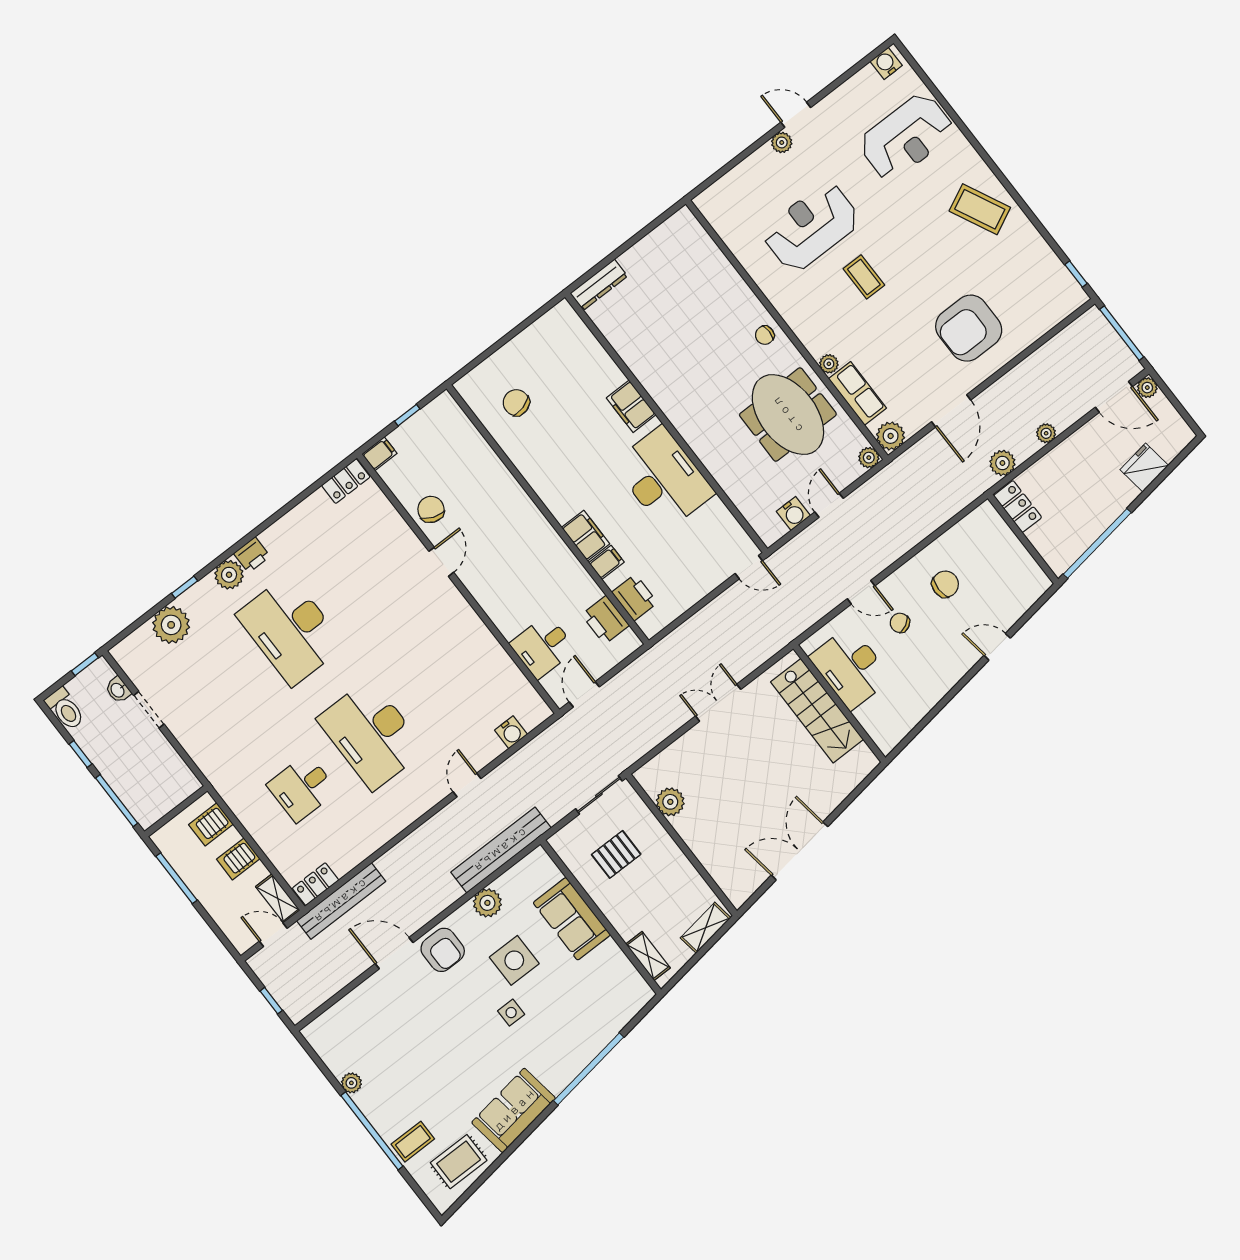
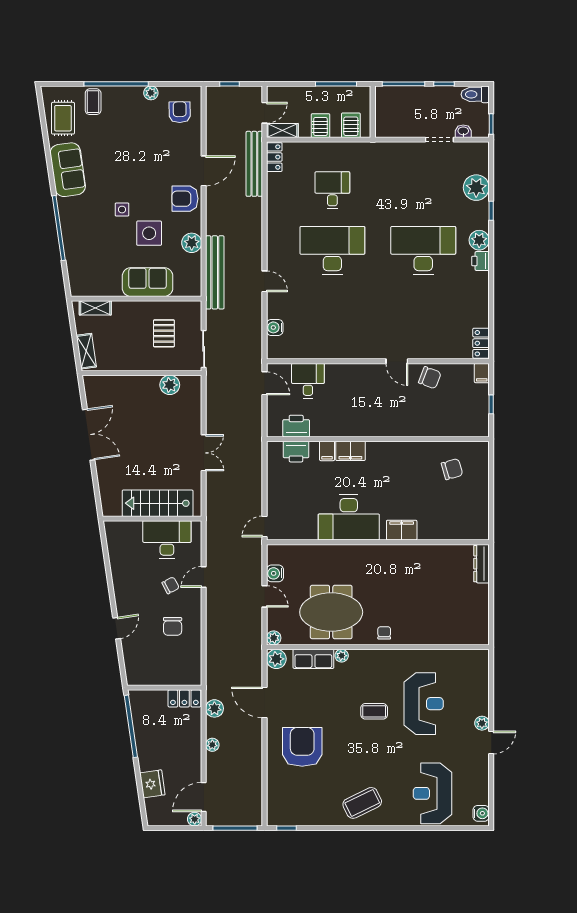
armchair: (348, 1033) -> (180, 112), added

